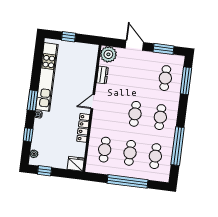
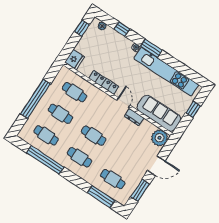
sofa: (87, 66) -> (159, 113), added
dresser: (102, 75) -> (134, 117), moved

